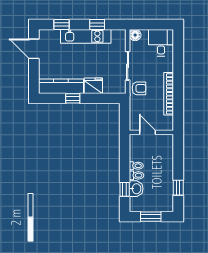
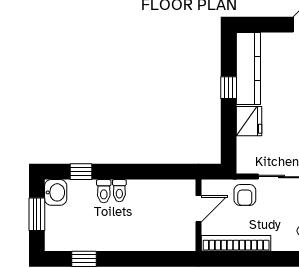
door: (147, 132) -> (199, 209), moved
wall: (151, 132) -> (199, 215), moved
washbasin: (136, 189) -> (56, 192), moved, turned -90

